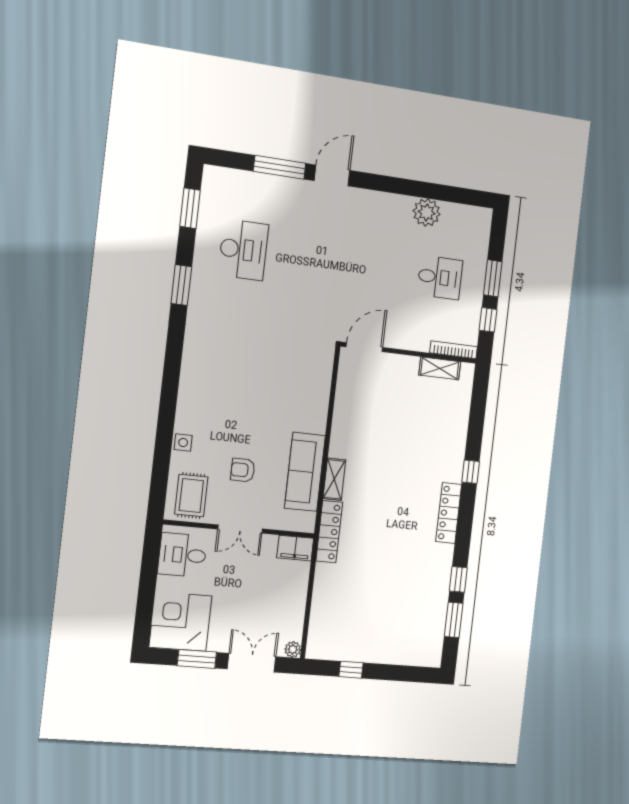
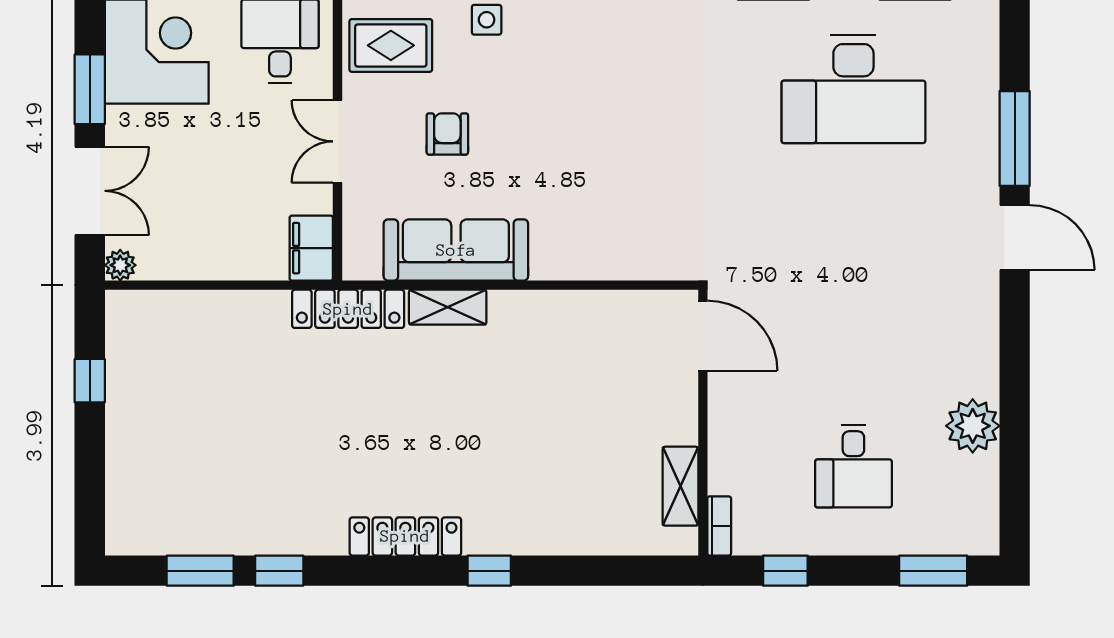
desk: (243, 250) -> (853, 89), width x1.36, depth x1.30
window: (493, 278) -> (933, 571), moved
bookcase: (454, 350) -> (719, 526), width x0.64

